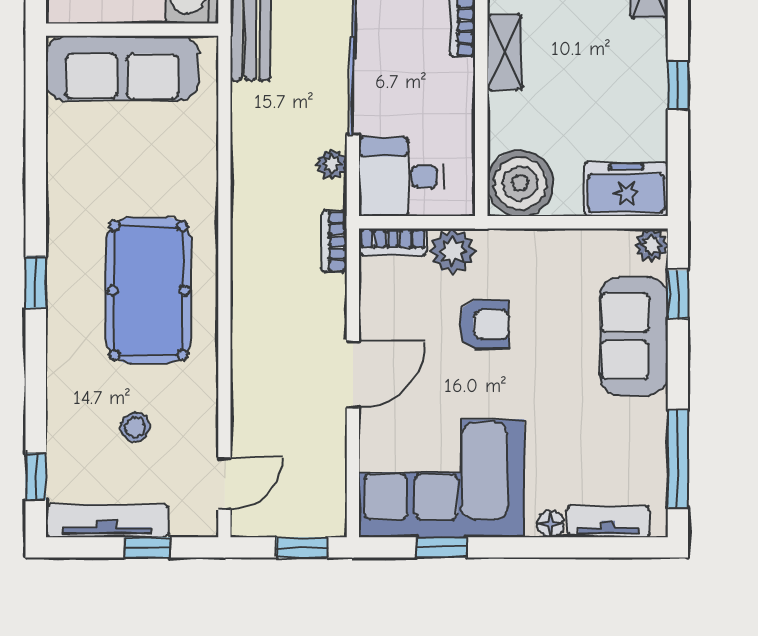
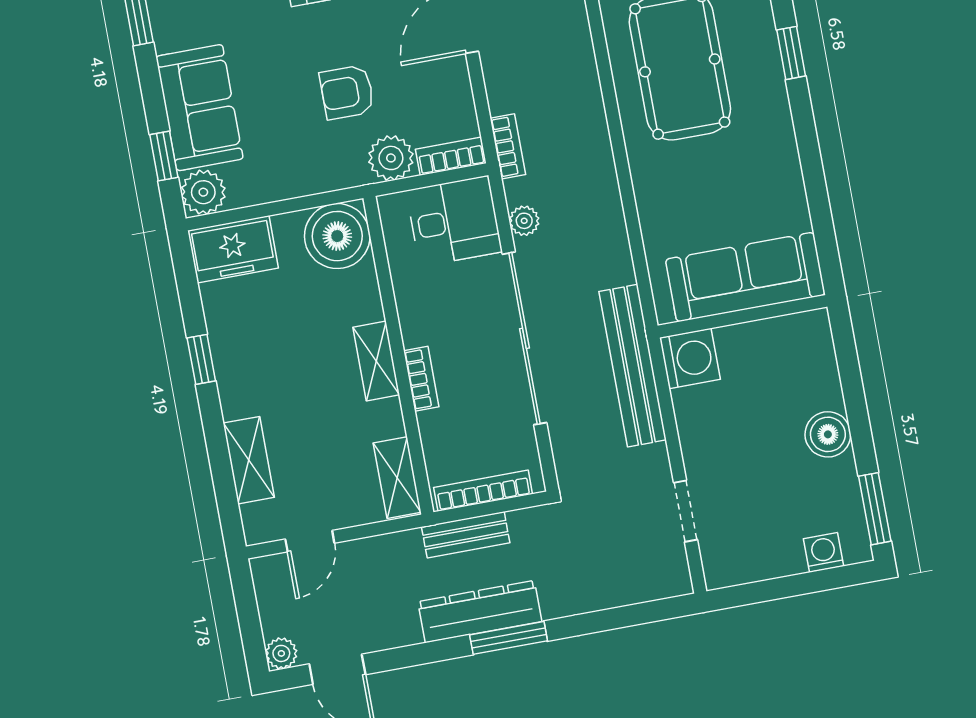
plant: (651, 245) -> (203, 192), width x1.38, depth x1.38

